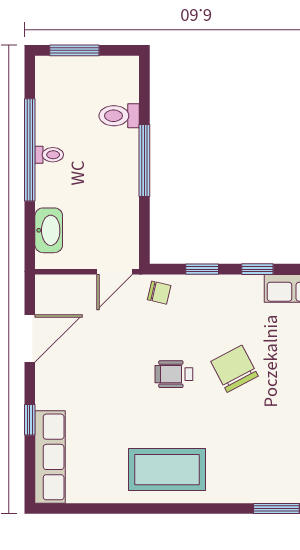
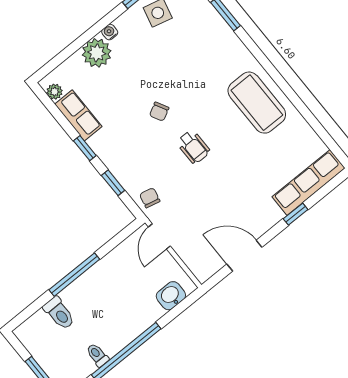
toilet: (49, 155) -> (97, 355), moved
washbasin: (49, 230) -> (171, 296), width x0.72
door: (115, 272) -> (159, 236), swing flipped
chair: (234, 369) -> (159, 112), width x0.54, depth x0.54

